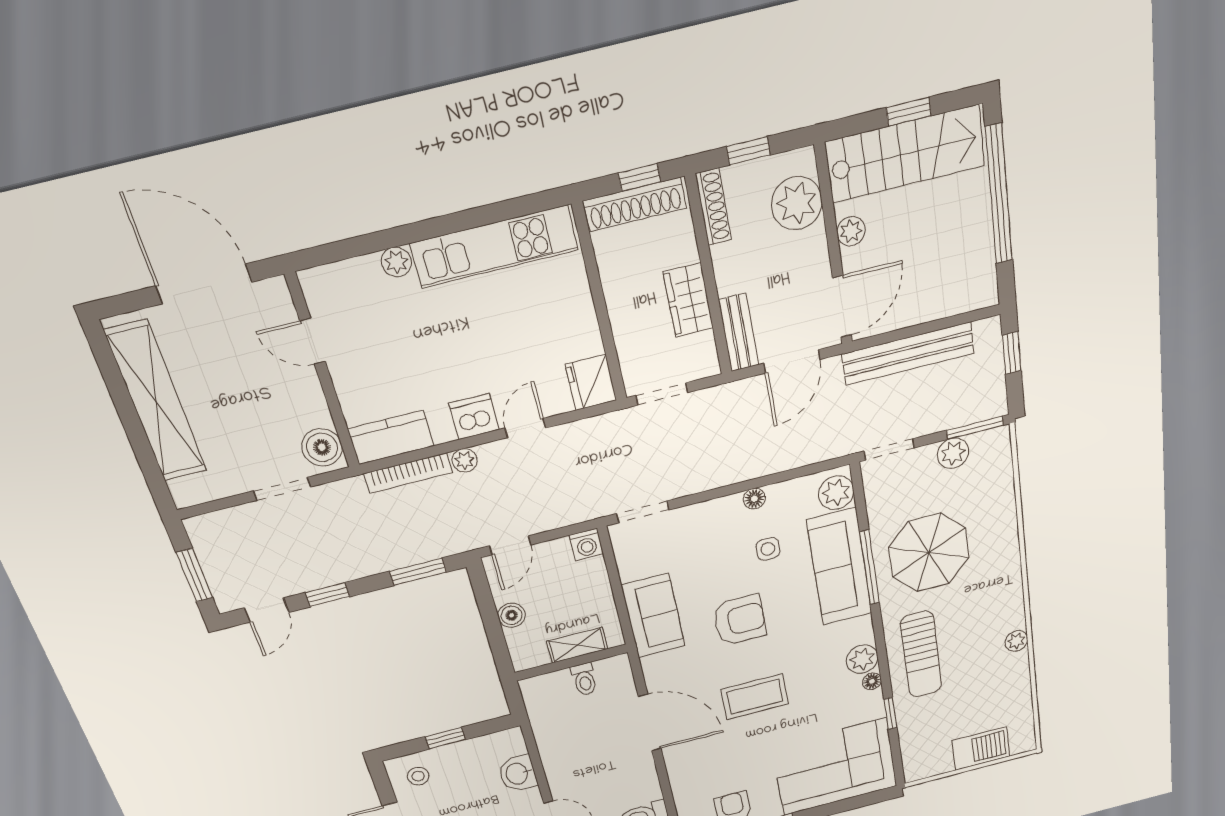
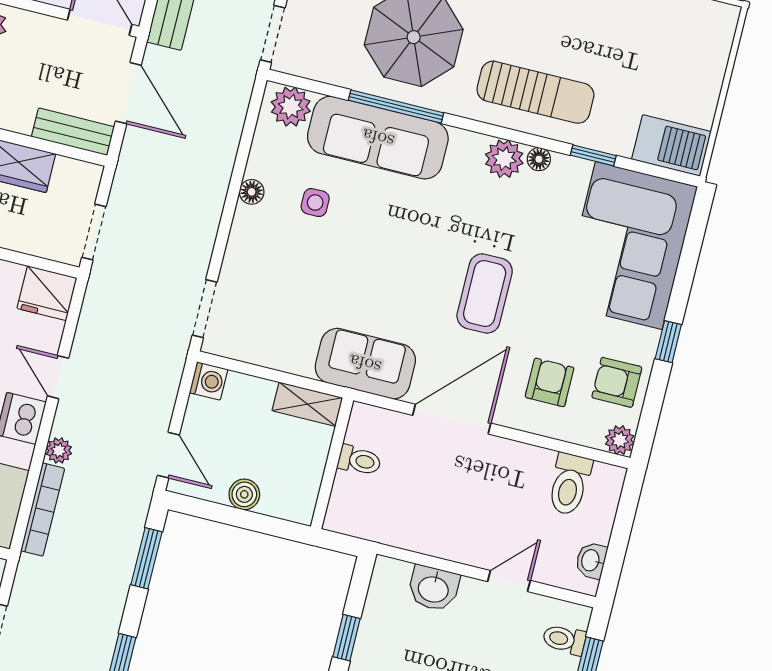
sofa: (653, 616) -> (365, 364), moved
armchair: (740, 620) -> (550, 382), moved, width x0.72, depth x0.72
shelving: (577, 645) -> (307, 404), moved, turned 90
barbecue: (981, 749) -> (671, 145), moved, turned 90

